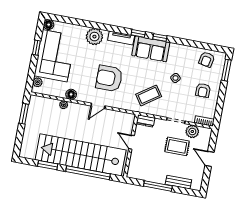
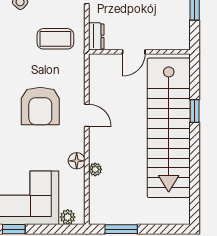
coffee table: (149, 95) -> (55, 39), turned -55
window: (48, 165) -> (195, 177), removed
window: (88, 173) -> (195, 111), width x0.32

